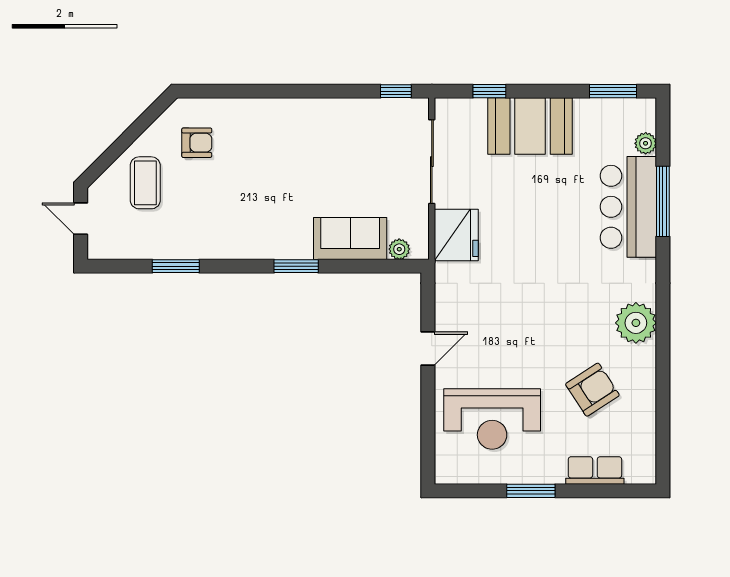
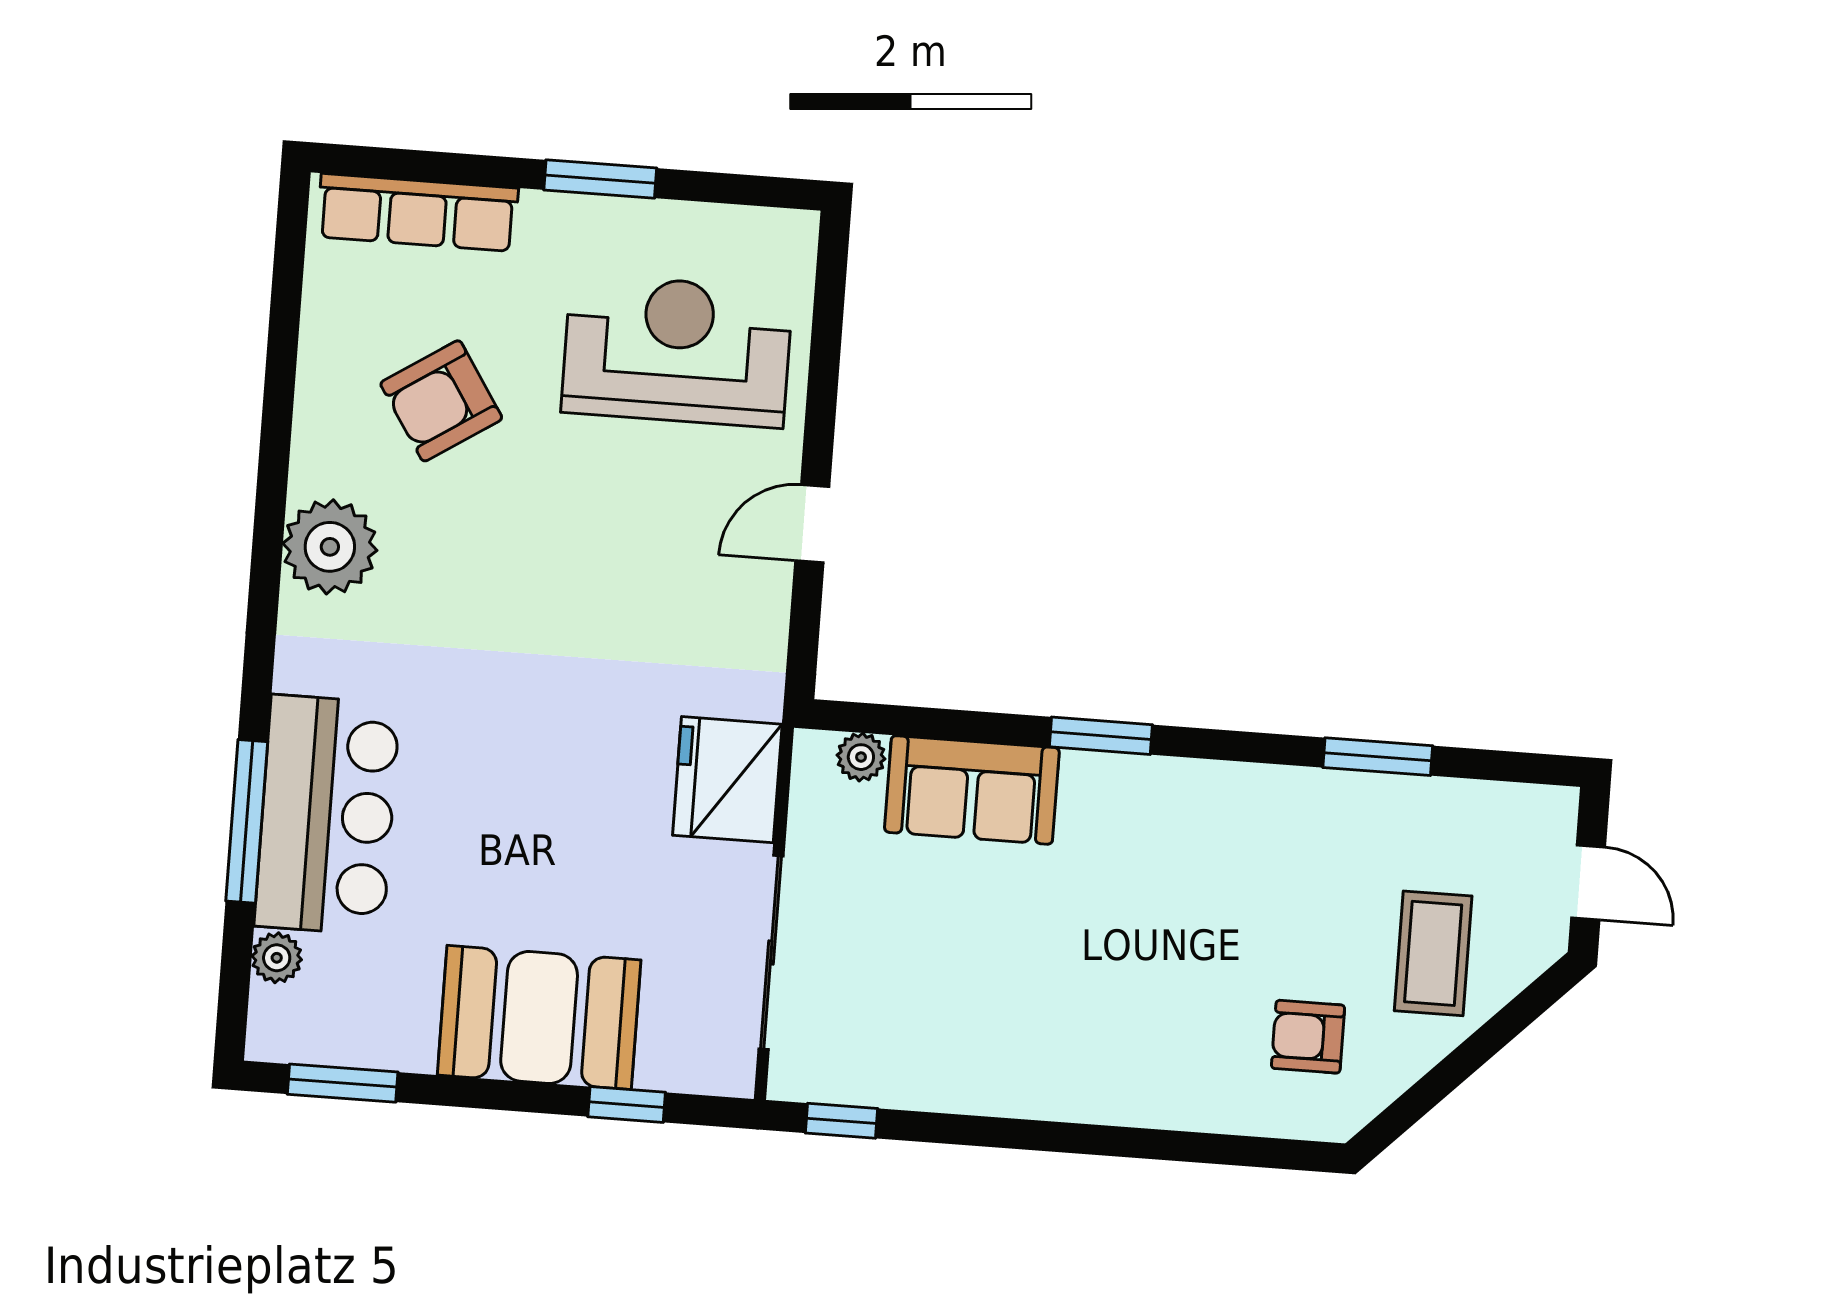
row of seats: (595, 470) -> (418, 212), width x1.48

